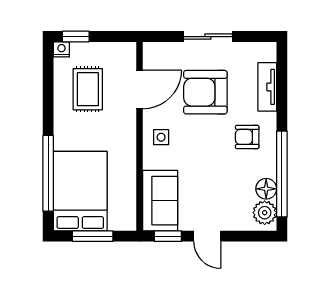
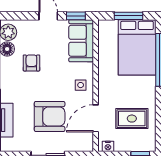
nightstand: (61, 49) -> (108, 146), moved
rug: (88, 89) -> (132, 119), turned 90
armchair: (247, 137) -> (31, 63), moved, turned -90

